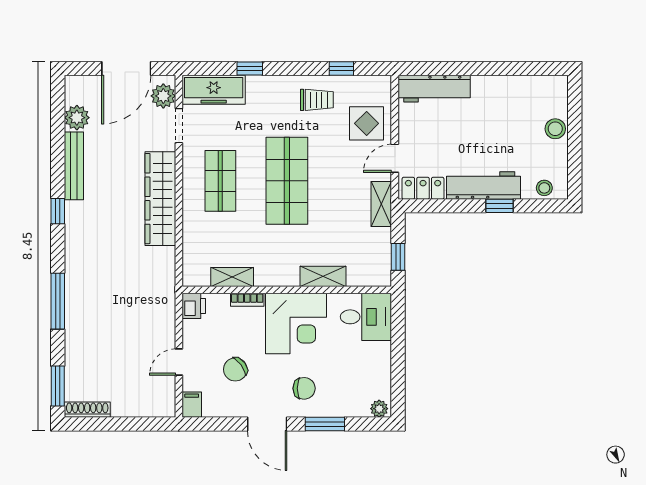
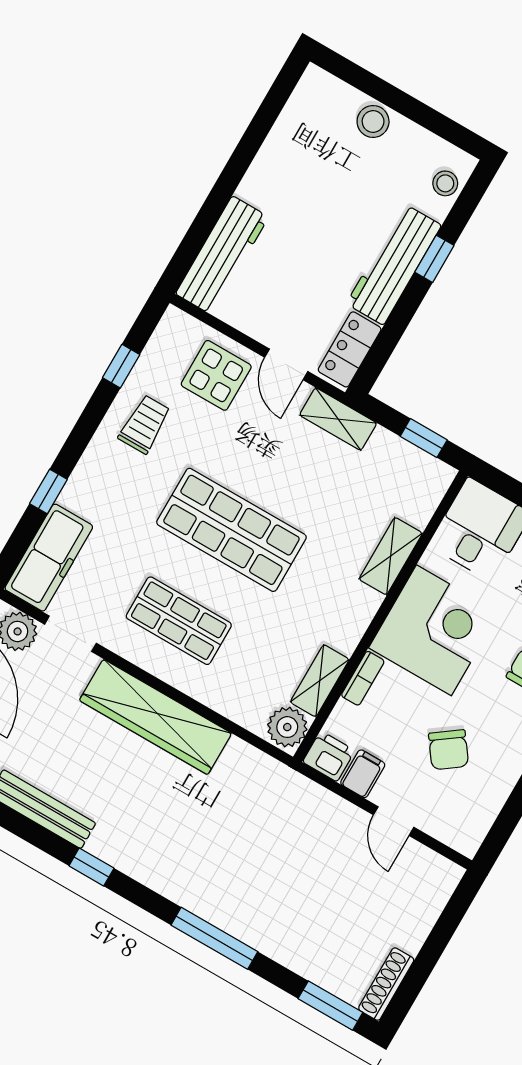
plant: (197, 274) -> (287, 727), added
filing cabinet: (192, 405) -> (363, 774), moved, turned 90

